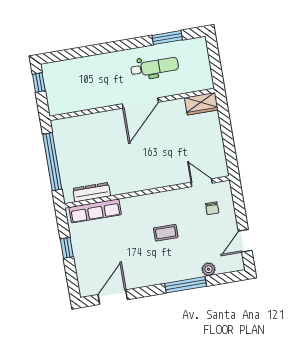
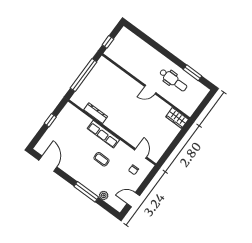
window: (39, 83) -> (108, 42), moved
door: (140, 103) -> (150, 90), width x0.53
dresser: (92, 192) -> (96, 113), moved
row of seats: (95, 211) -> (103, 134), moved
door: (113, 297) -> (48, 164), hinge flipped

